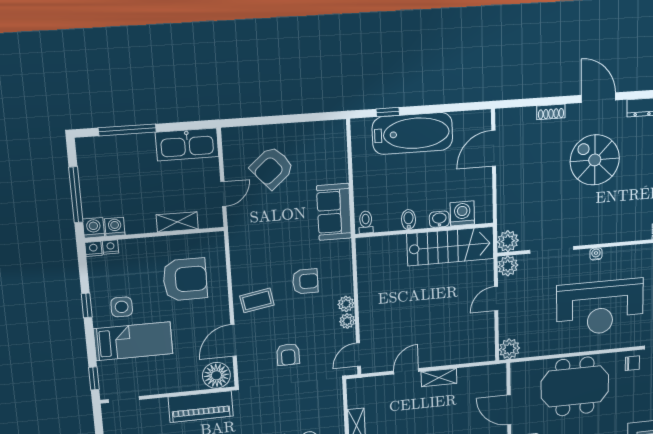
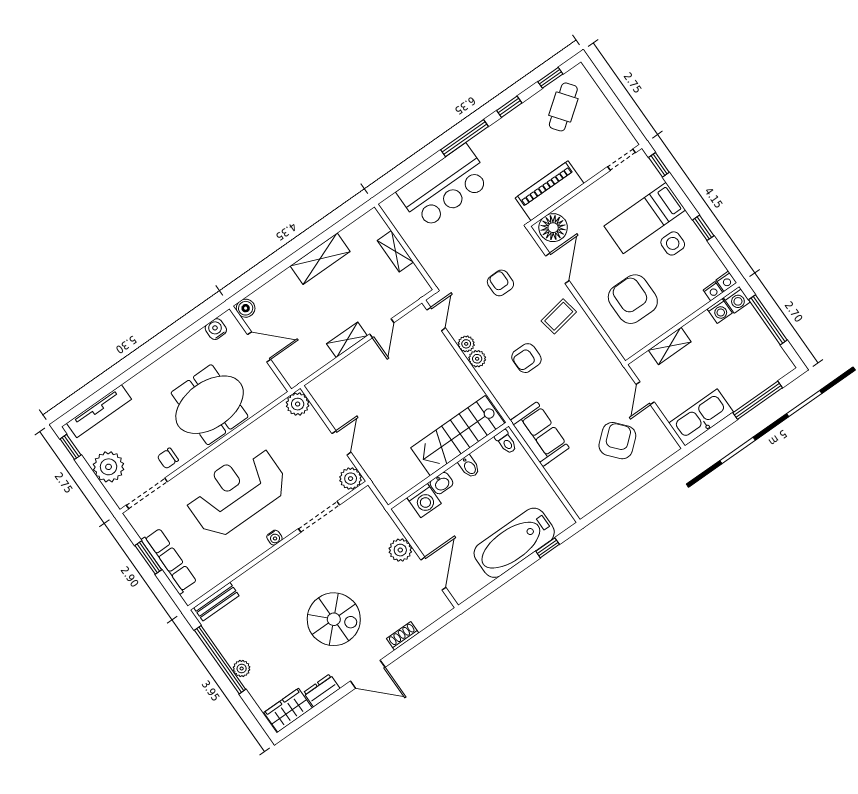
plant: (508, 241) -> (400, 550), moved
stairs: (451, 246) -> (458, 436), moved
armchair: (185, 279) -> (633, 299), turned 90

